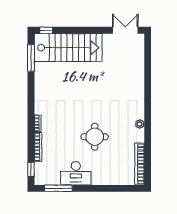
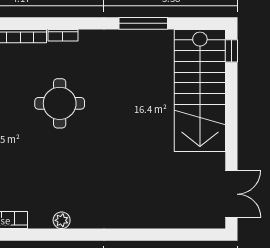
window: (31, 58) -> (143, 23), moved
round table: (95, 137) -> (60, 103), moved

